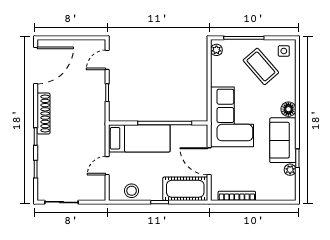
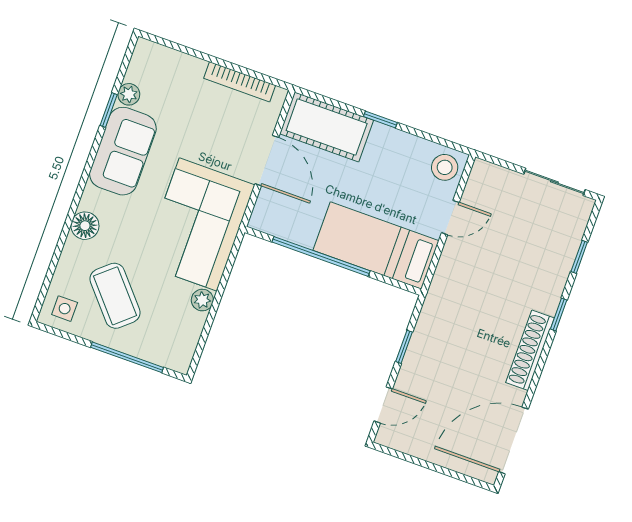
plant: (216, 50) -> (202, 300), moved
floor lamp: (288, 109) -> (85, 226), moved
stool: (132, 191) -> (445, 167), moved

